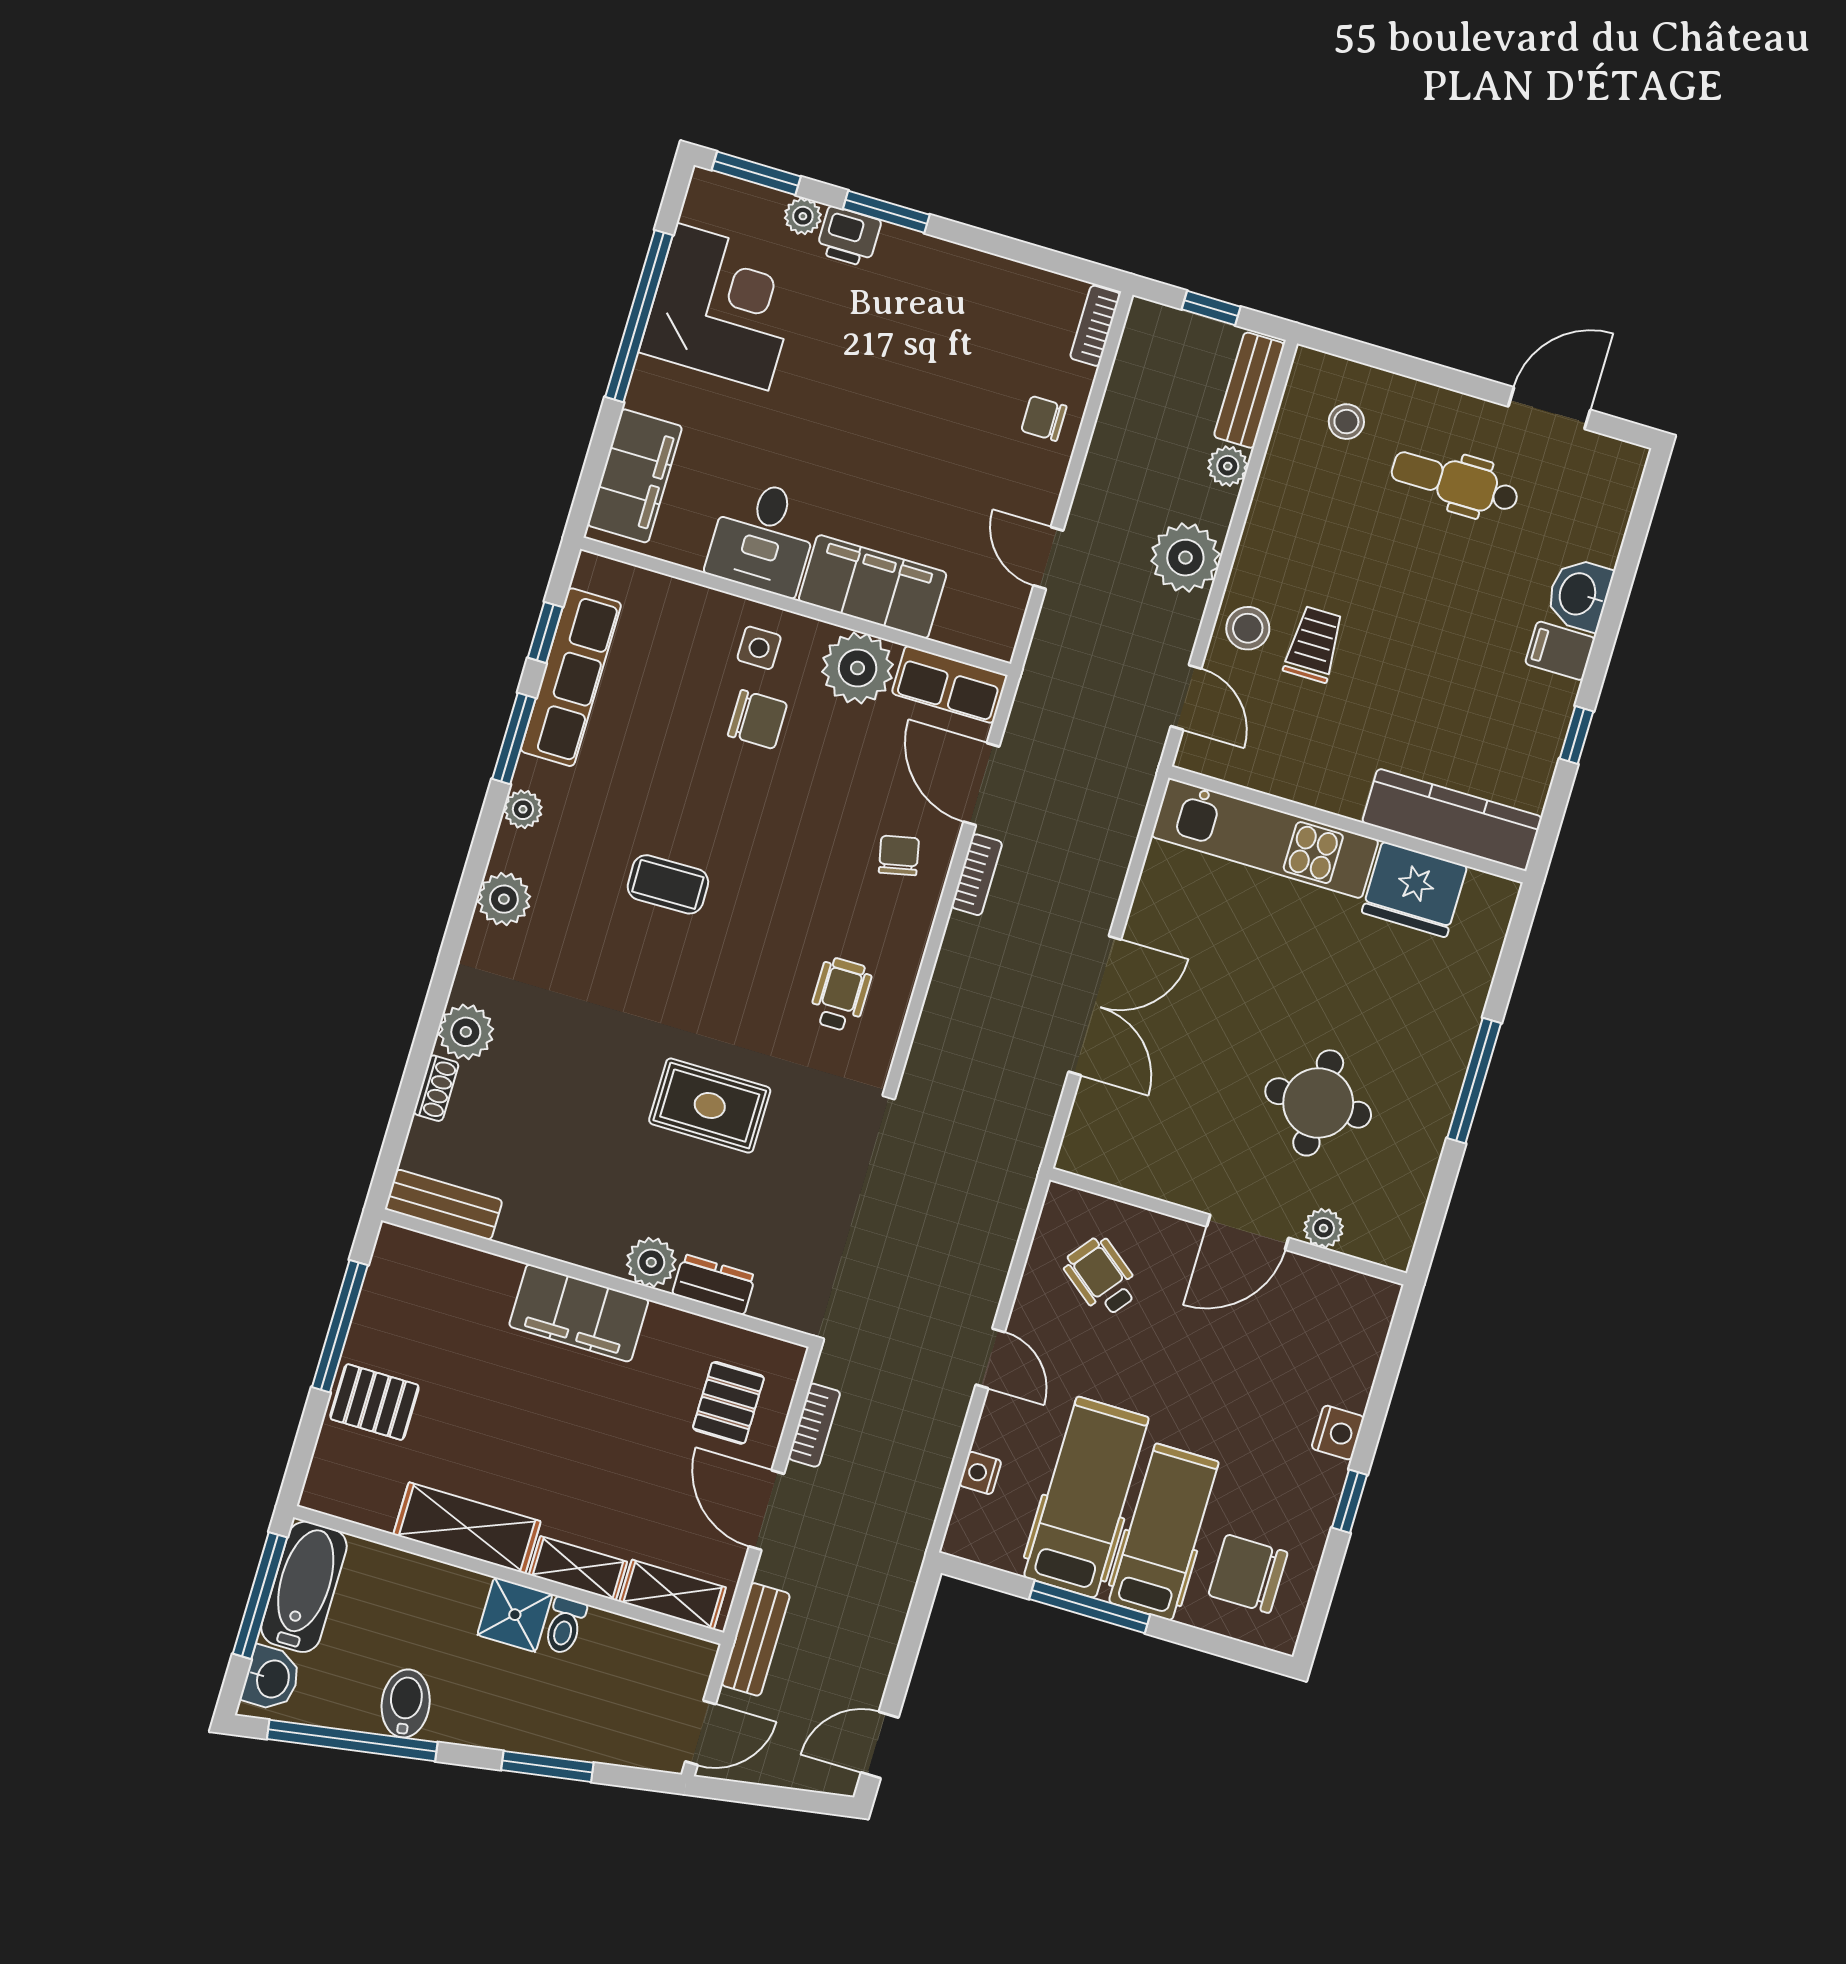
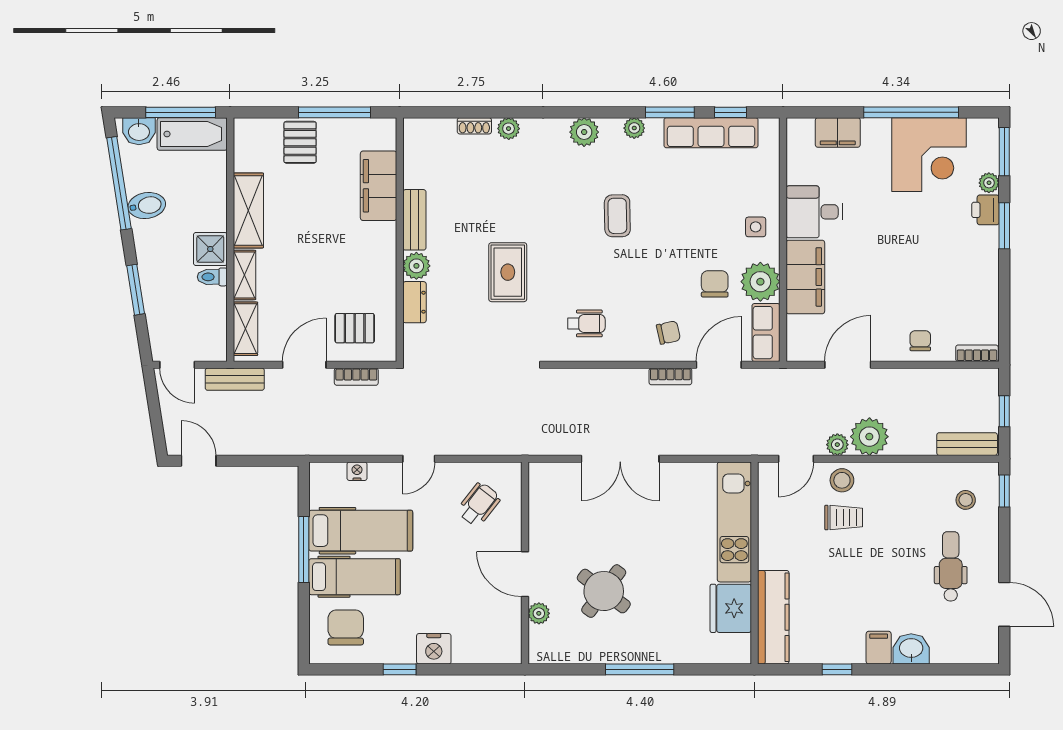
window: (1351, 349) -> (1004, 491), added
plant: (1228, 466) -> (837, 445), moved
filing cabinet: (635, 476) -> (838, 132), width x0.67, depth x0.86
door: (1048, 558) -> (848, 365), width x1.38
chair: (758, 719) -> (715, 284), moved, turned 180
plant: (466, 1032) -> (509, 129), width x0.73, depth x0.73
round table: (1318, 1103) -> (604, 591), turned 37
bench: (444, 1205) -> (414, 220), moved
filing cabinet: (579, 1313) -> (379, 186), moved
nightstand: (1338, 1433) -> (434, 649), width x1.36, depth x1.33

